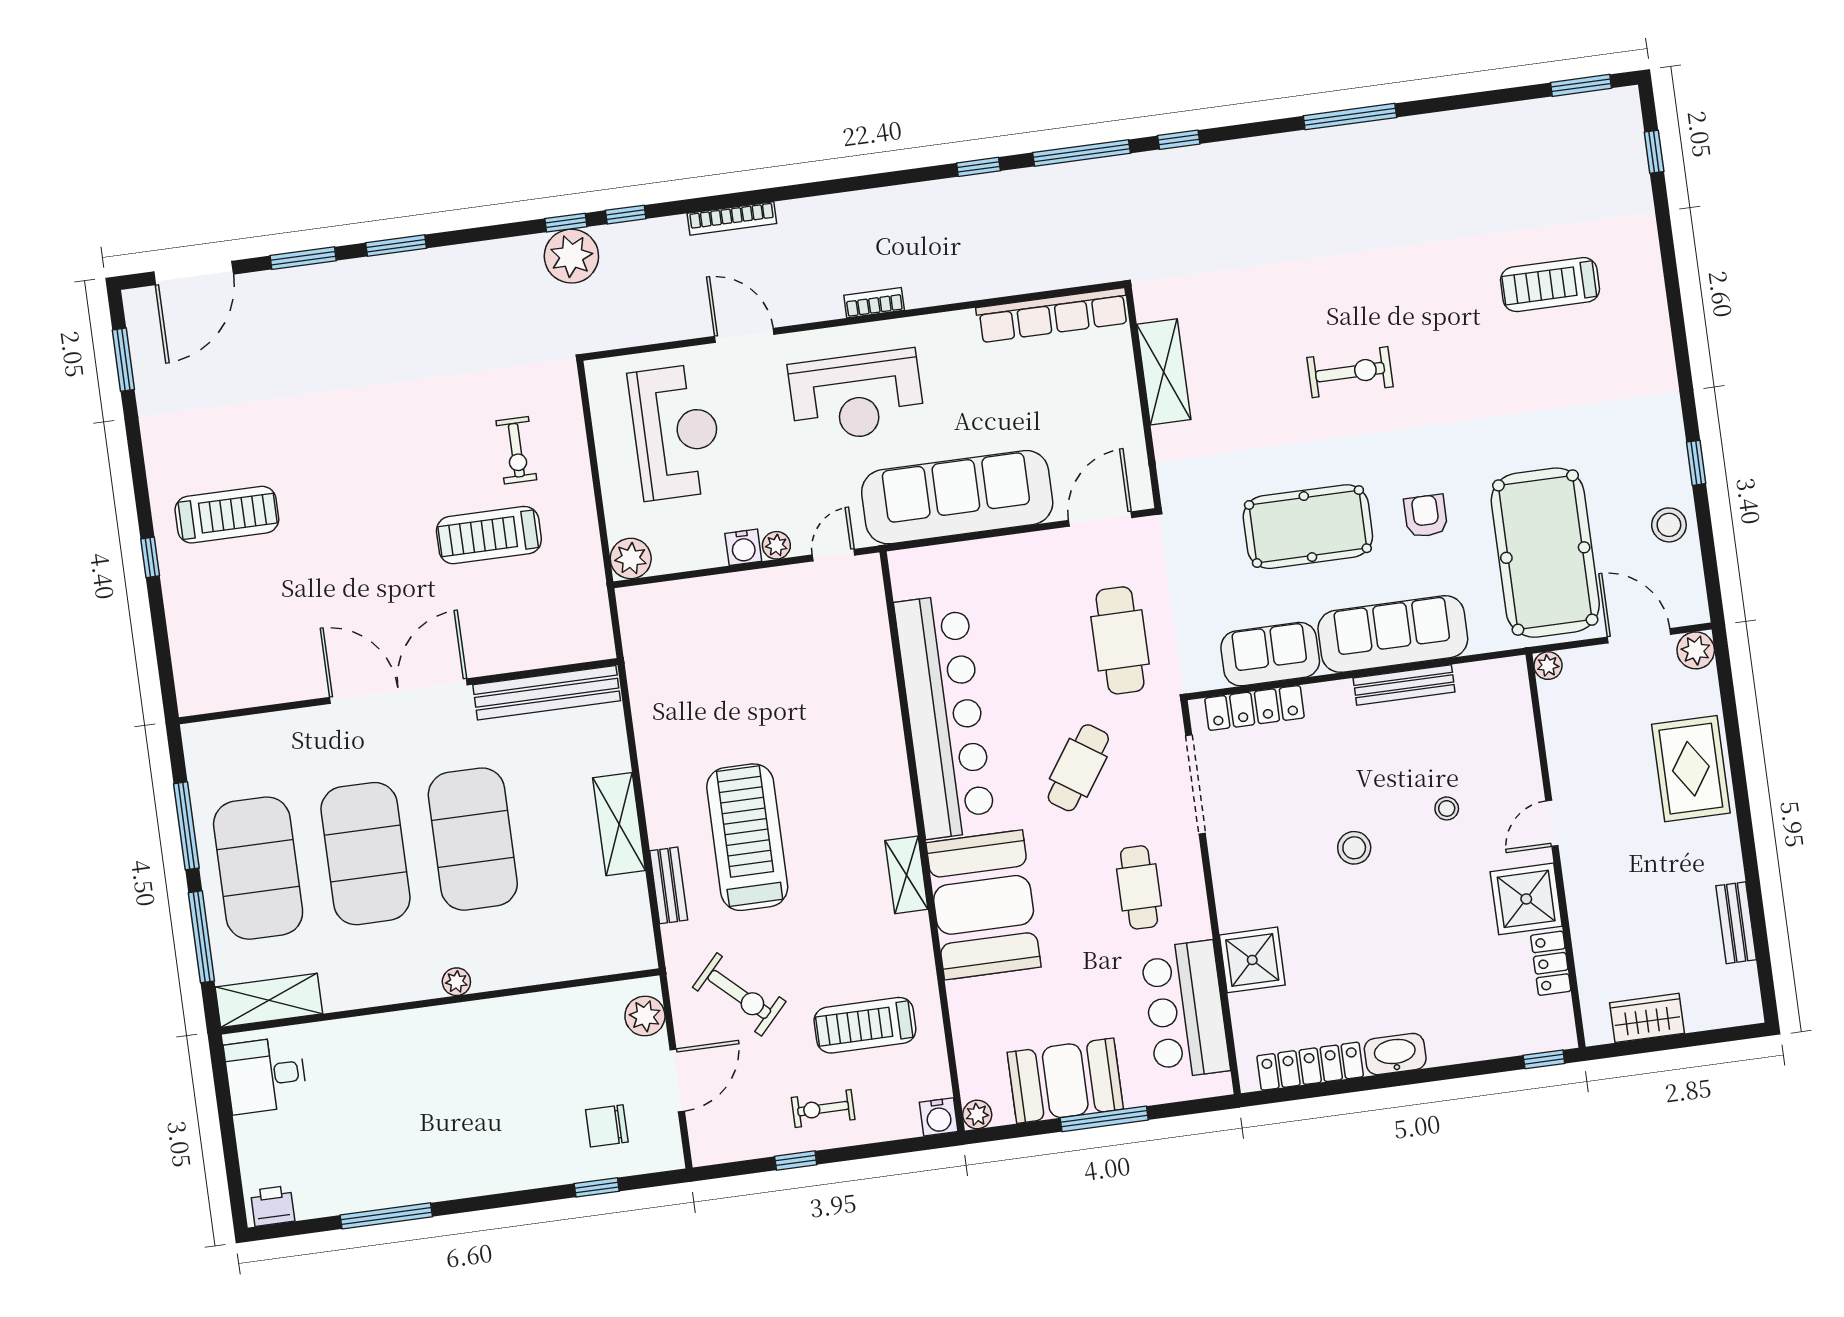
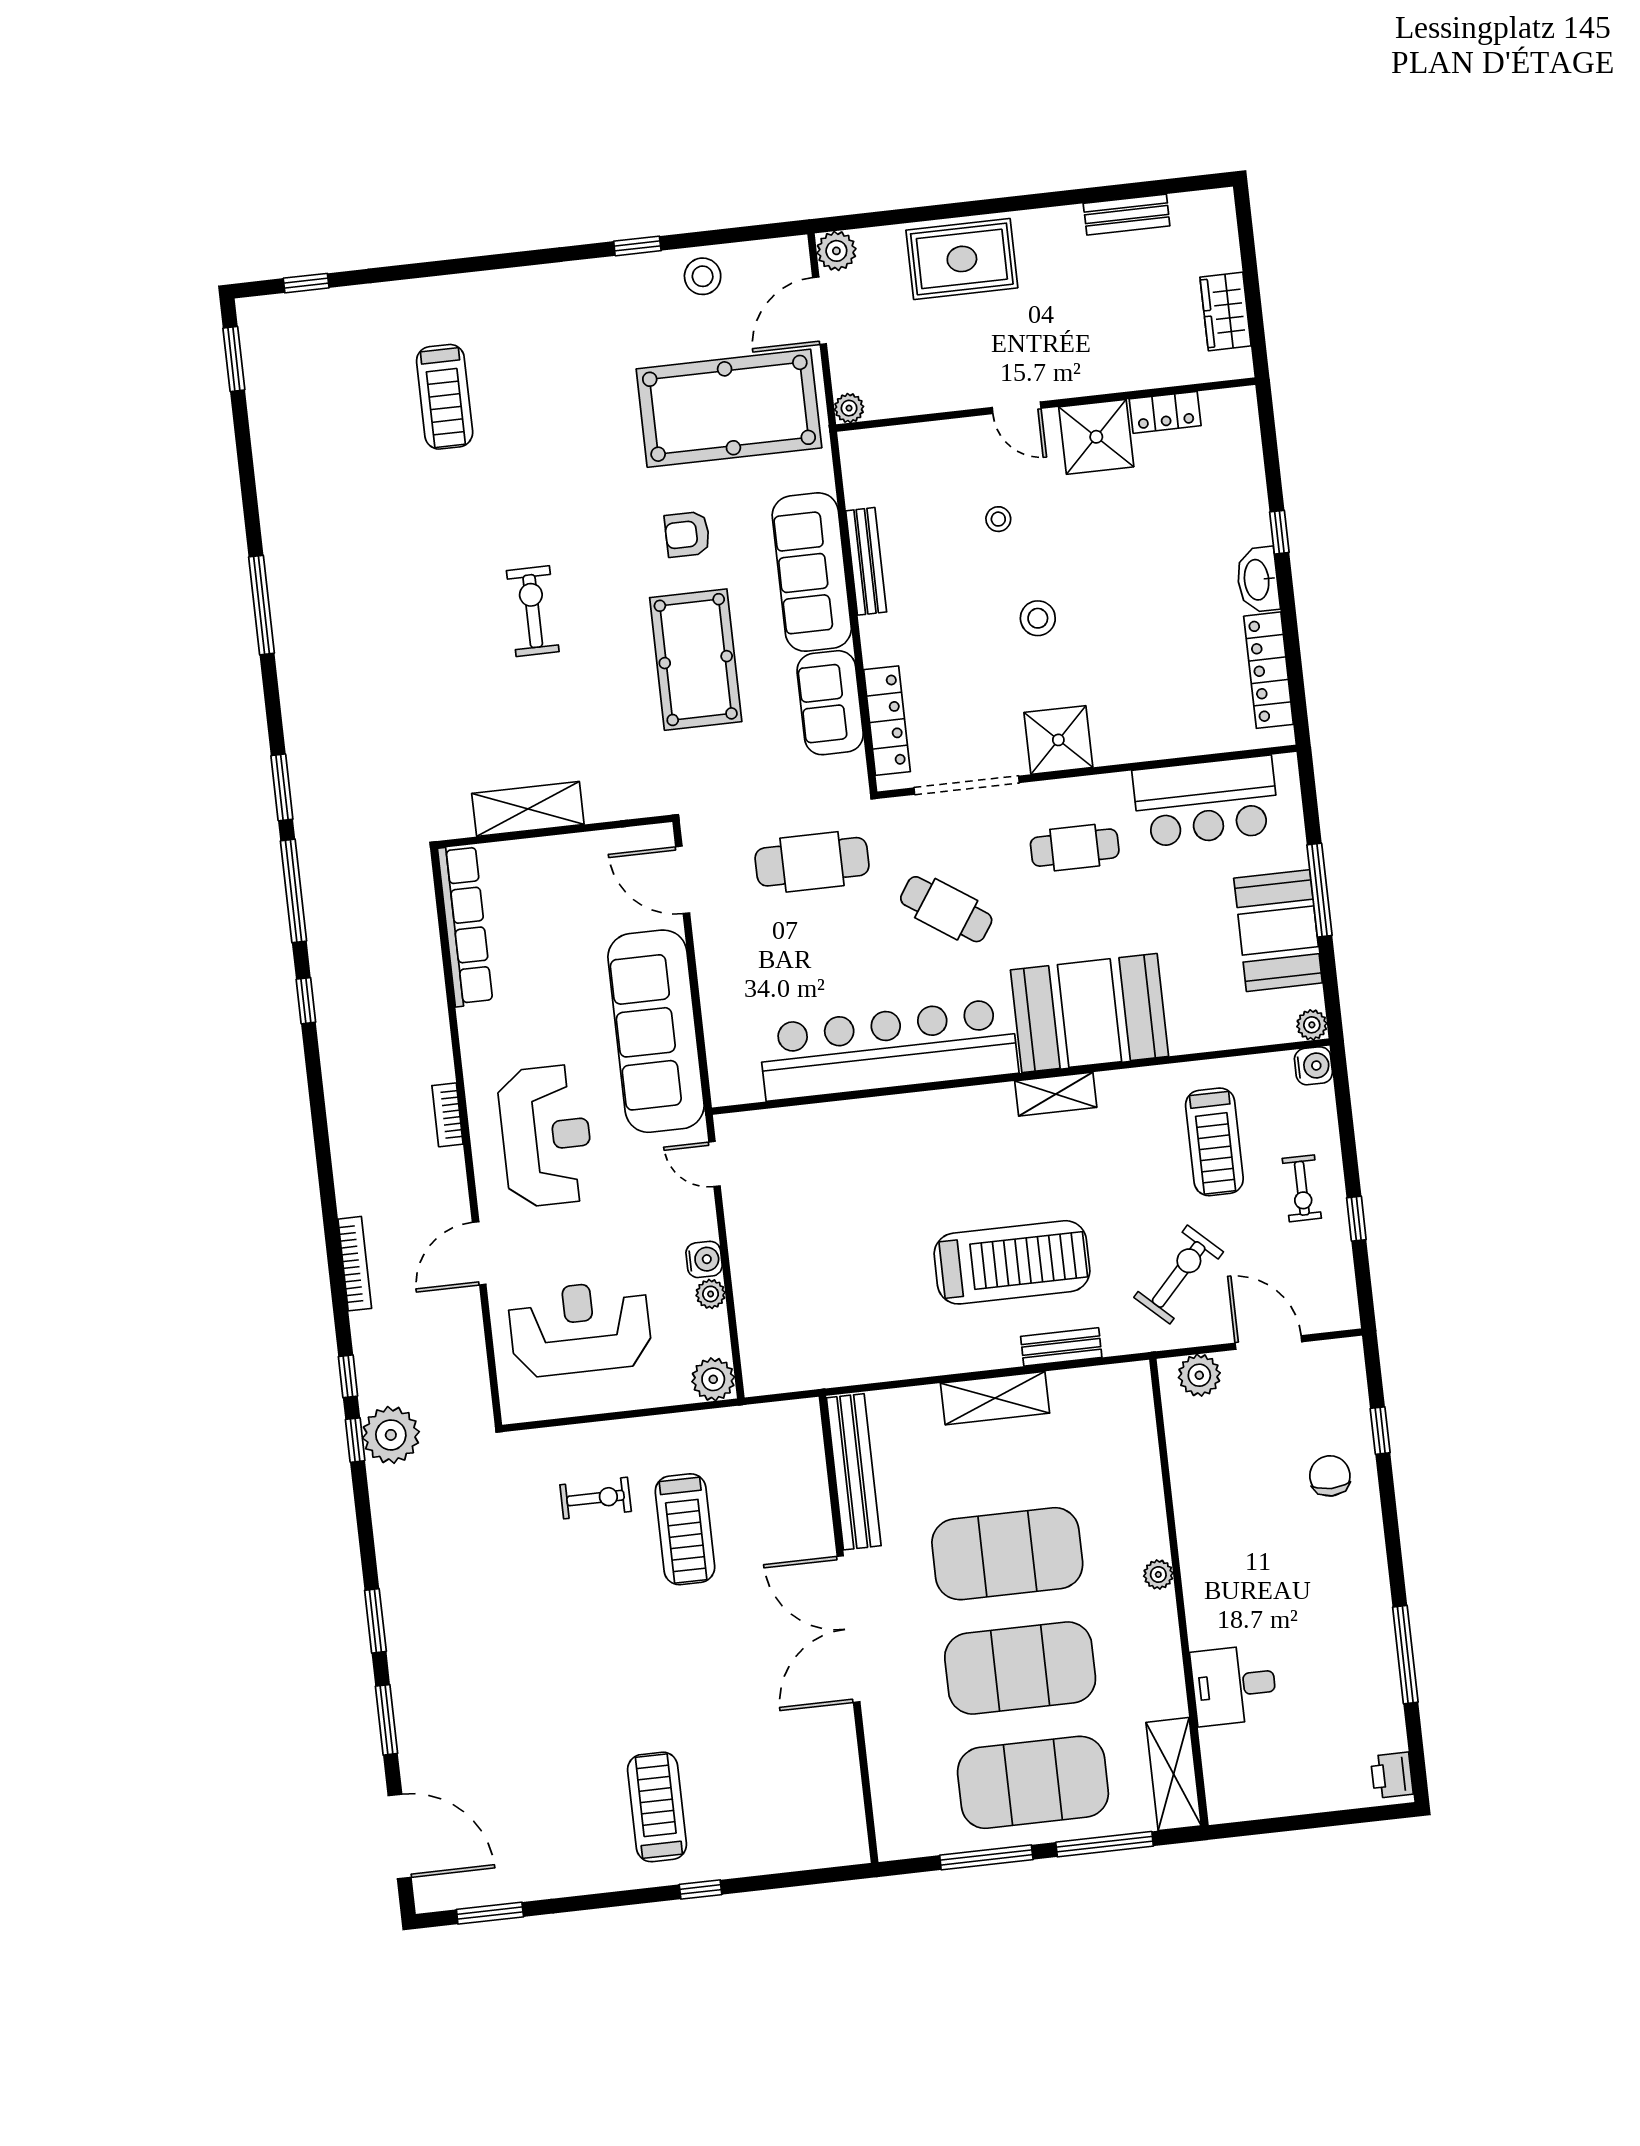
window: (1179, 140) -> (282, 787), width x1.50
plant: (776, 545) -> (711, 1294), moved
treadmill: (747, 837) -> (1012, 1262), turned 180
shower: (1252, 960) -> (1058, 740), moved
window: (1544, 1059) -> (1279, 532), moved
desk: (266, 1075) -> (1234, 1685), moved, turned 90
chair: (607, 1126) -> (1330, 1476), moved, turned 180

